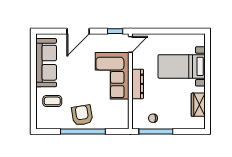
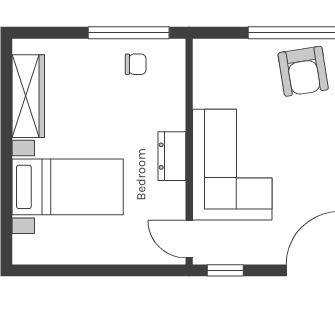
door: (130, 44) -> (189, 239), hinge flipped
dresser: (138, 84) -> (172, 156), width x0.70
wardrobe: (198, 105) -> (28, 96), width x1.50

